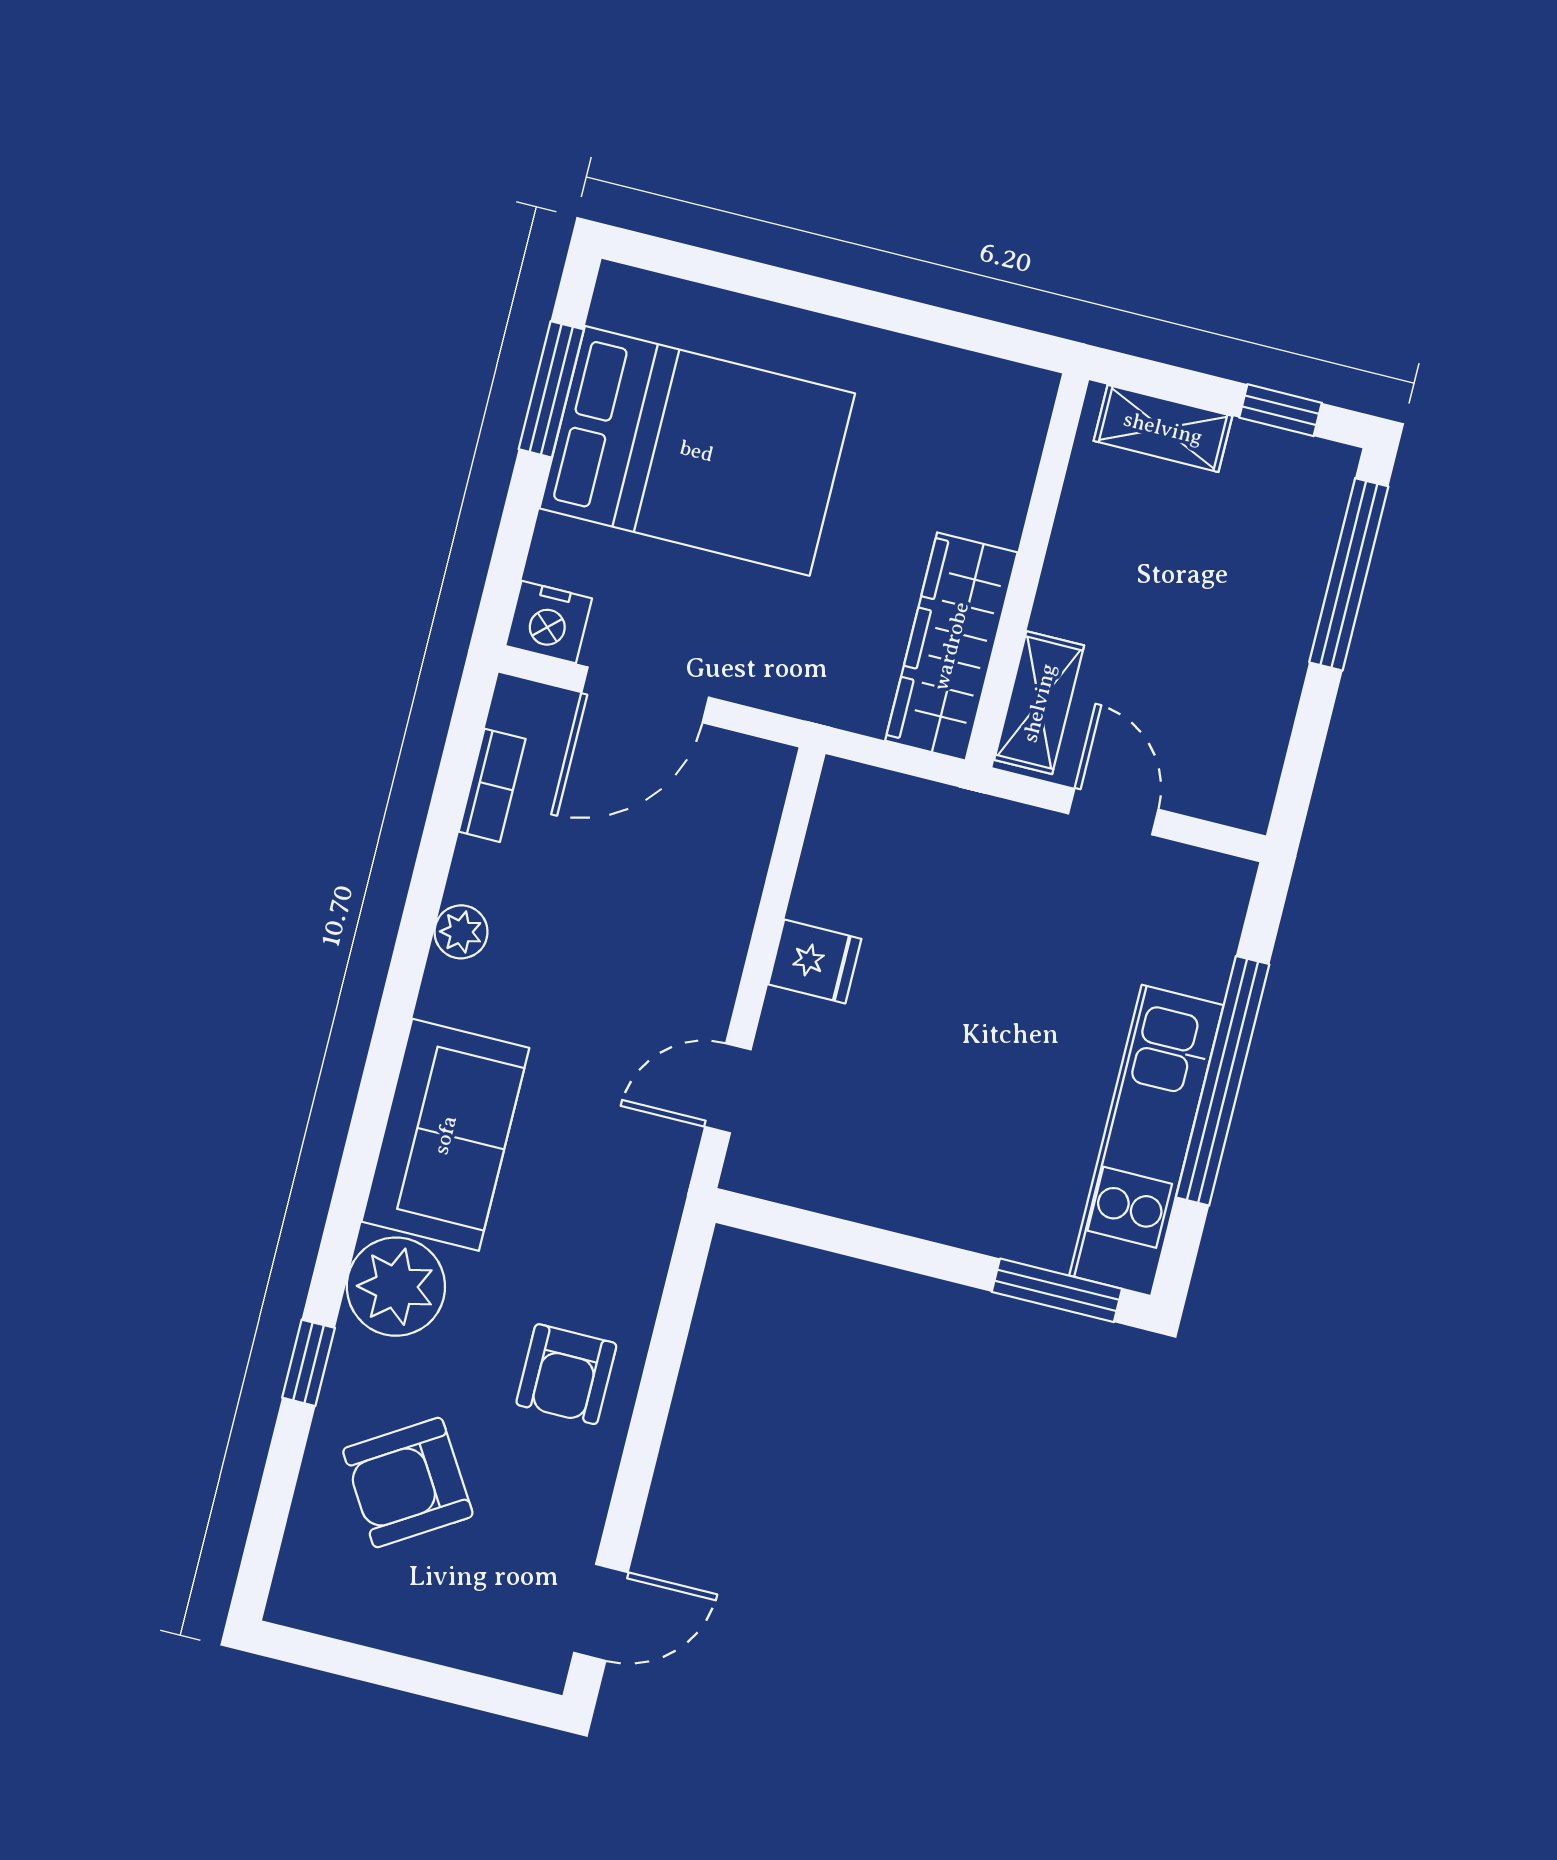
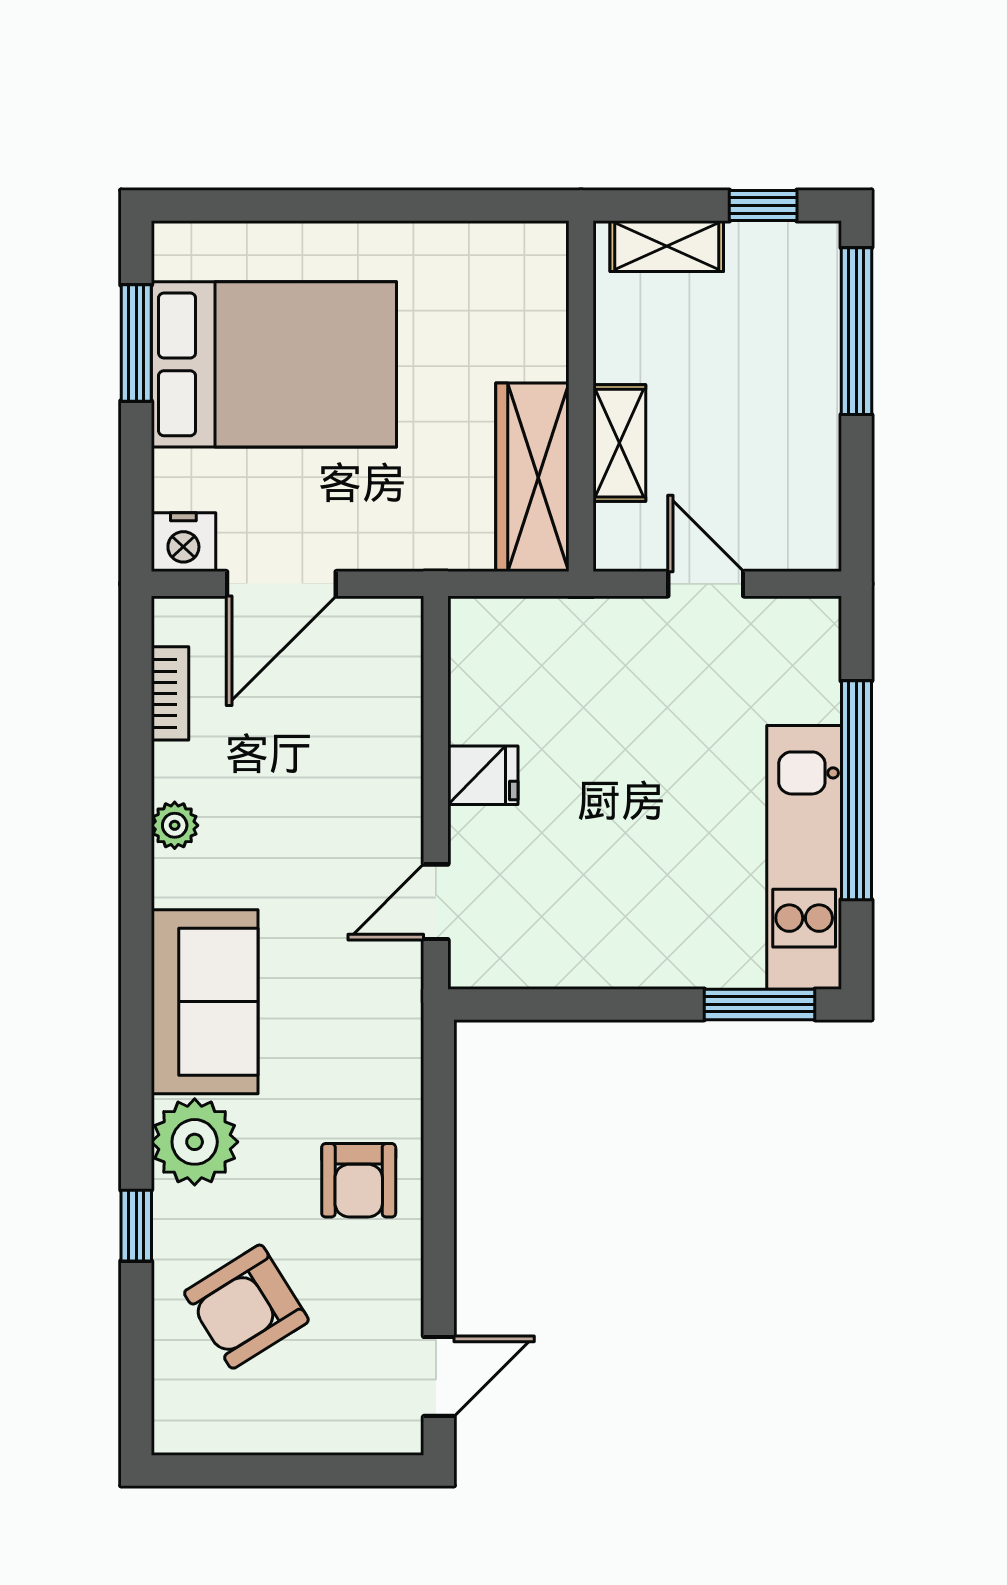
shelving: (1039, 703) -> (619, 443), moved

